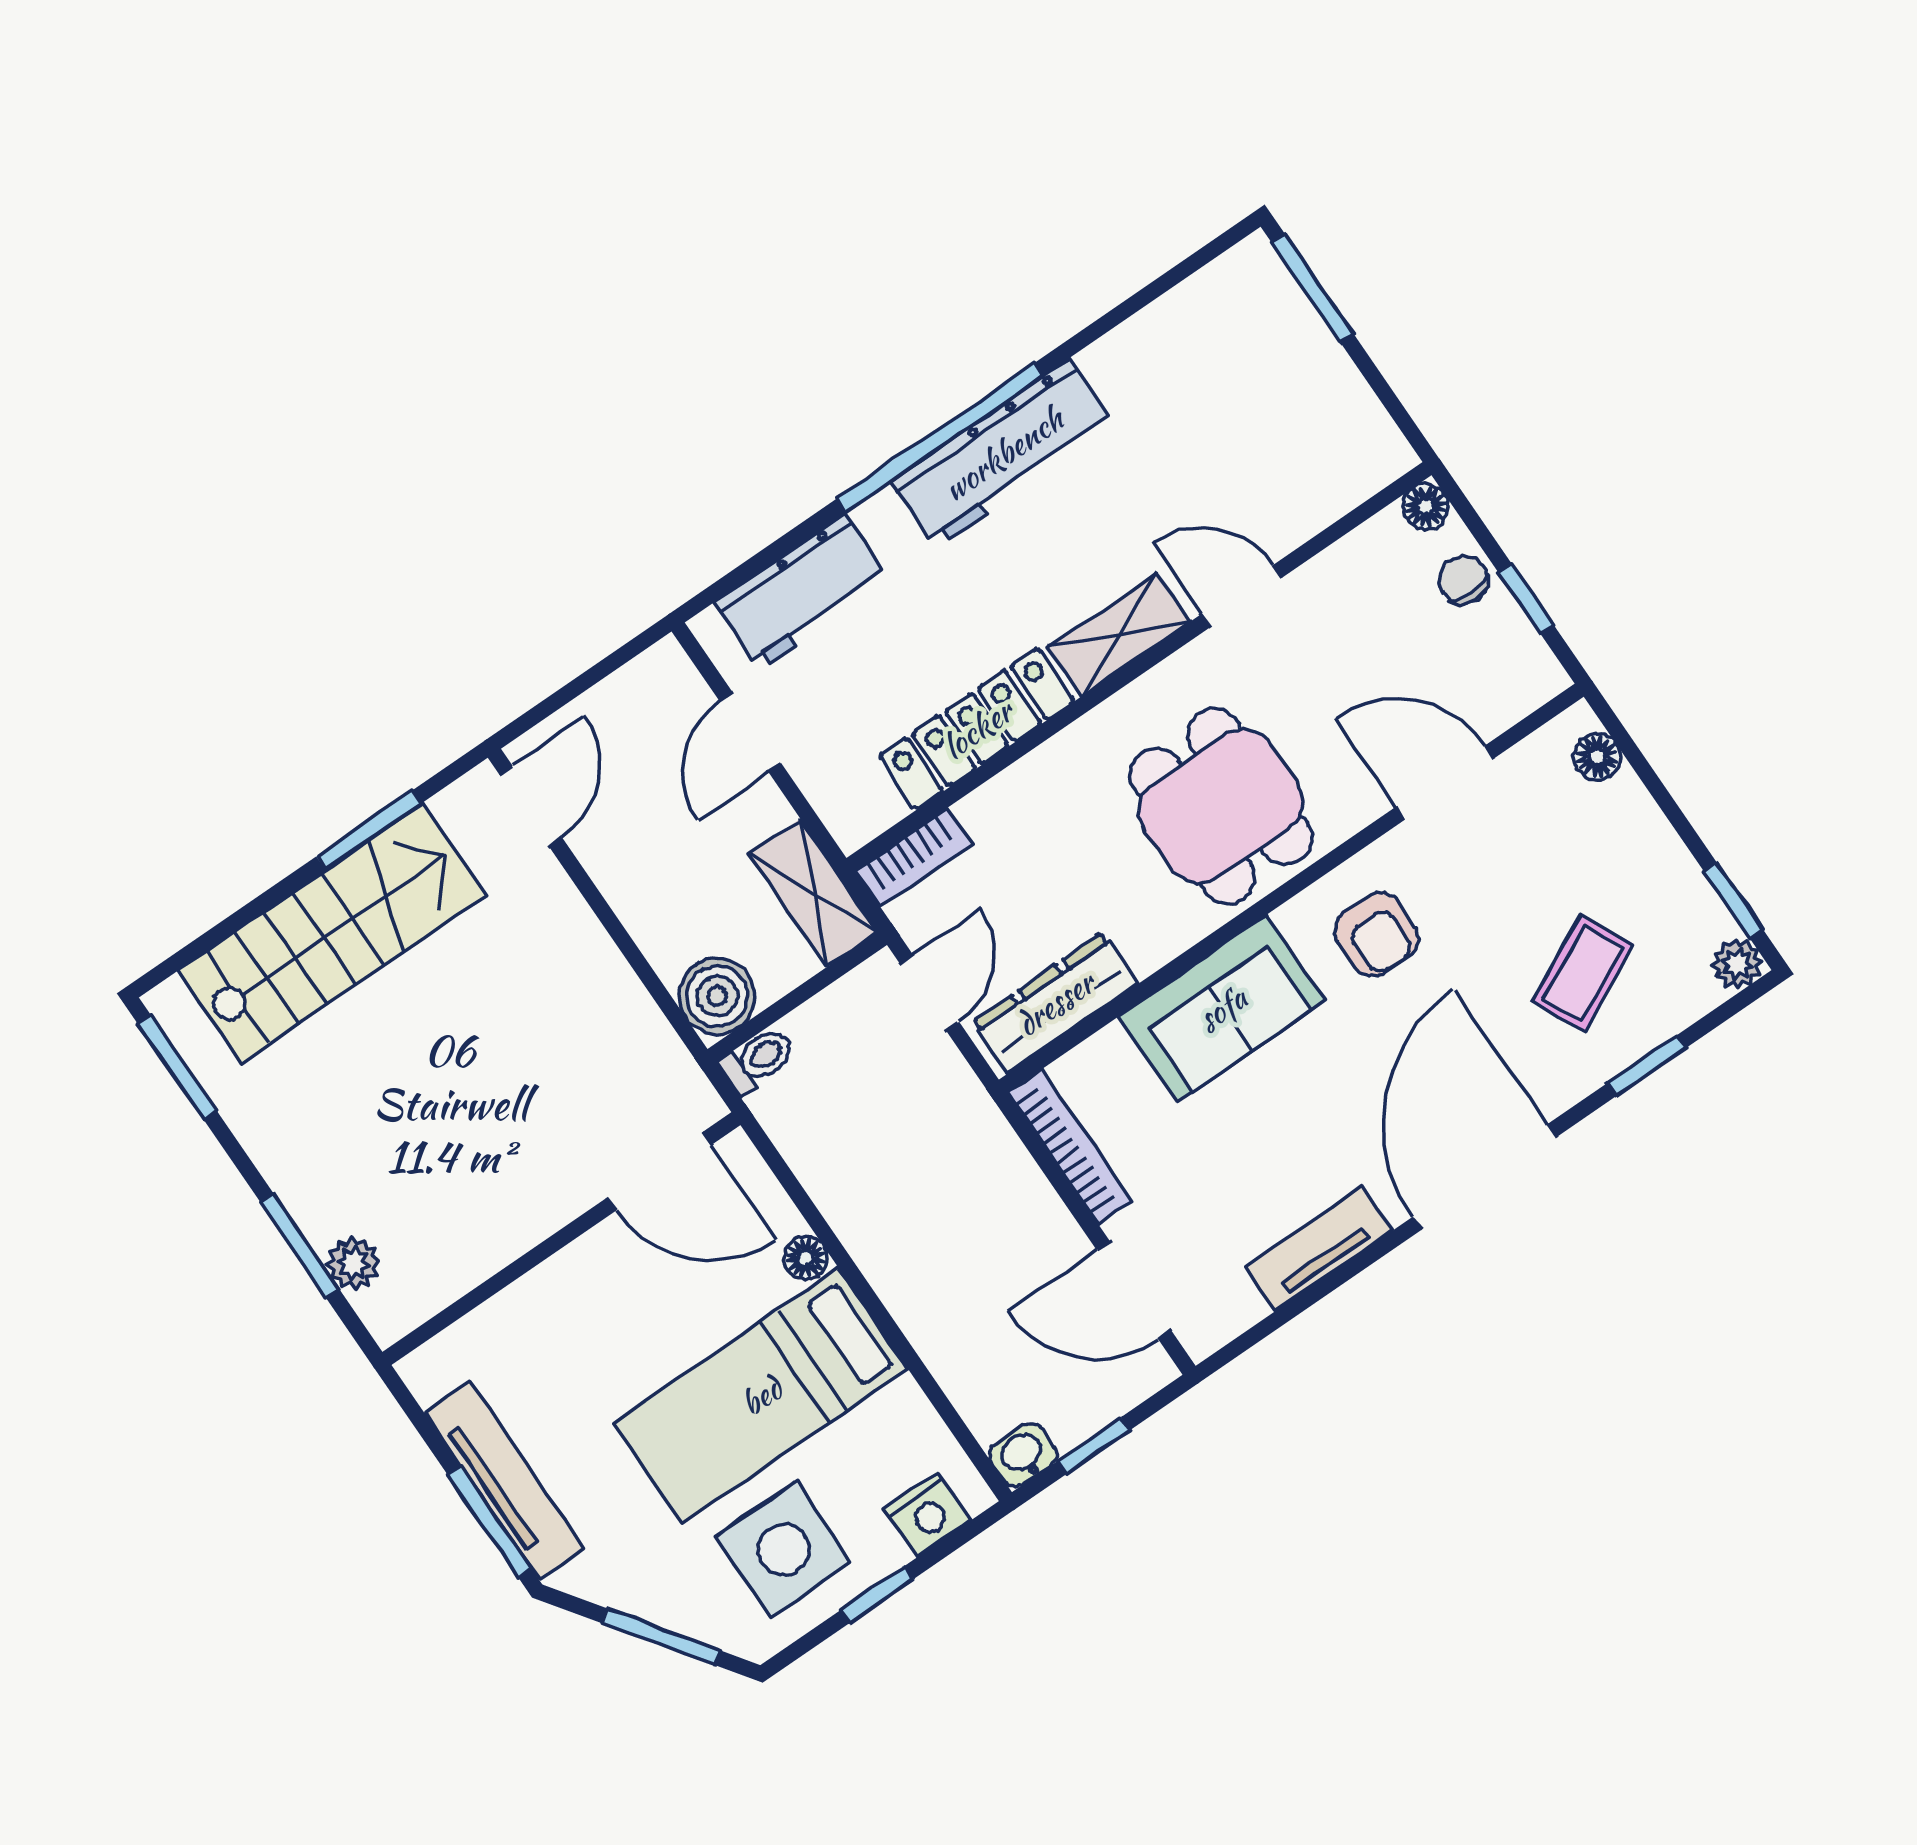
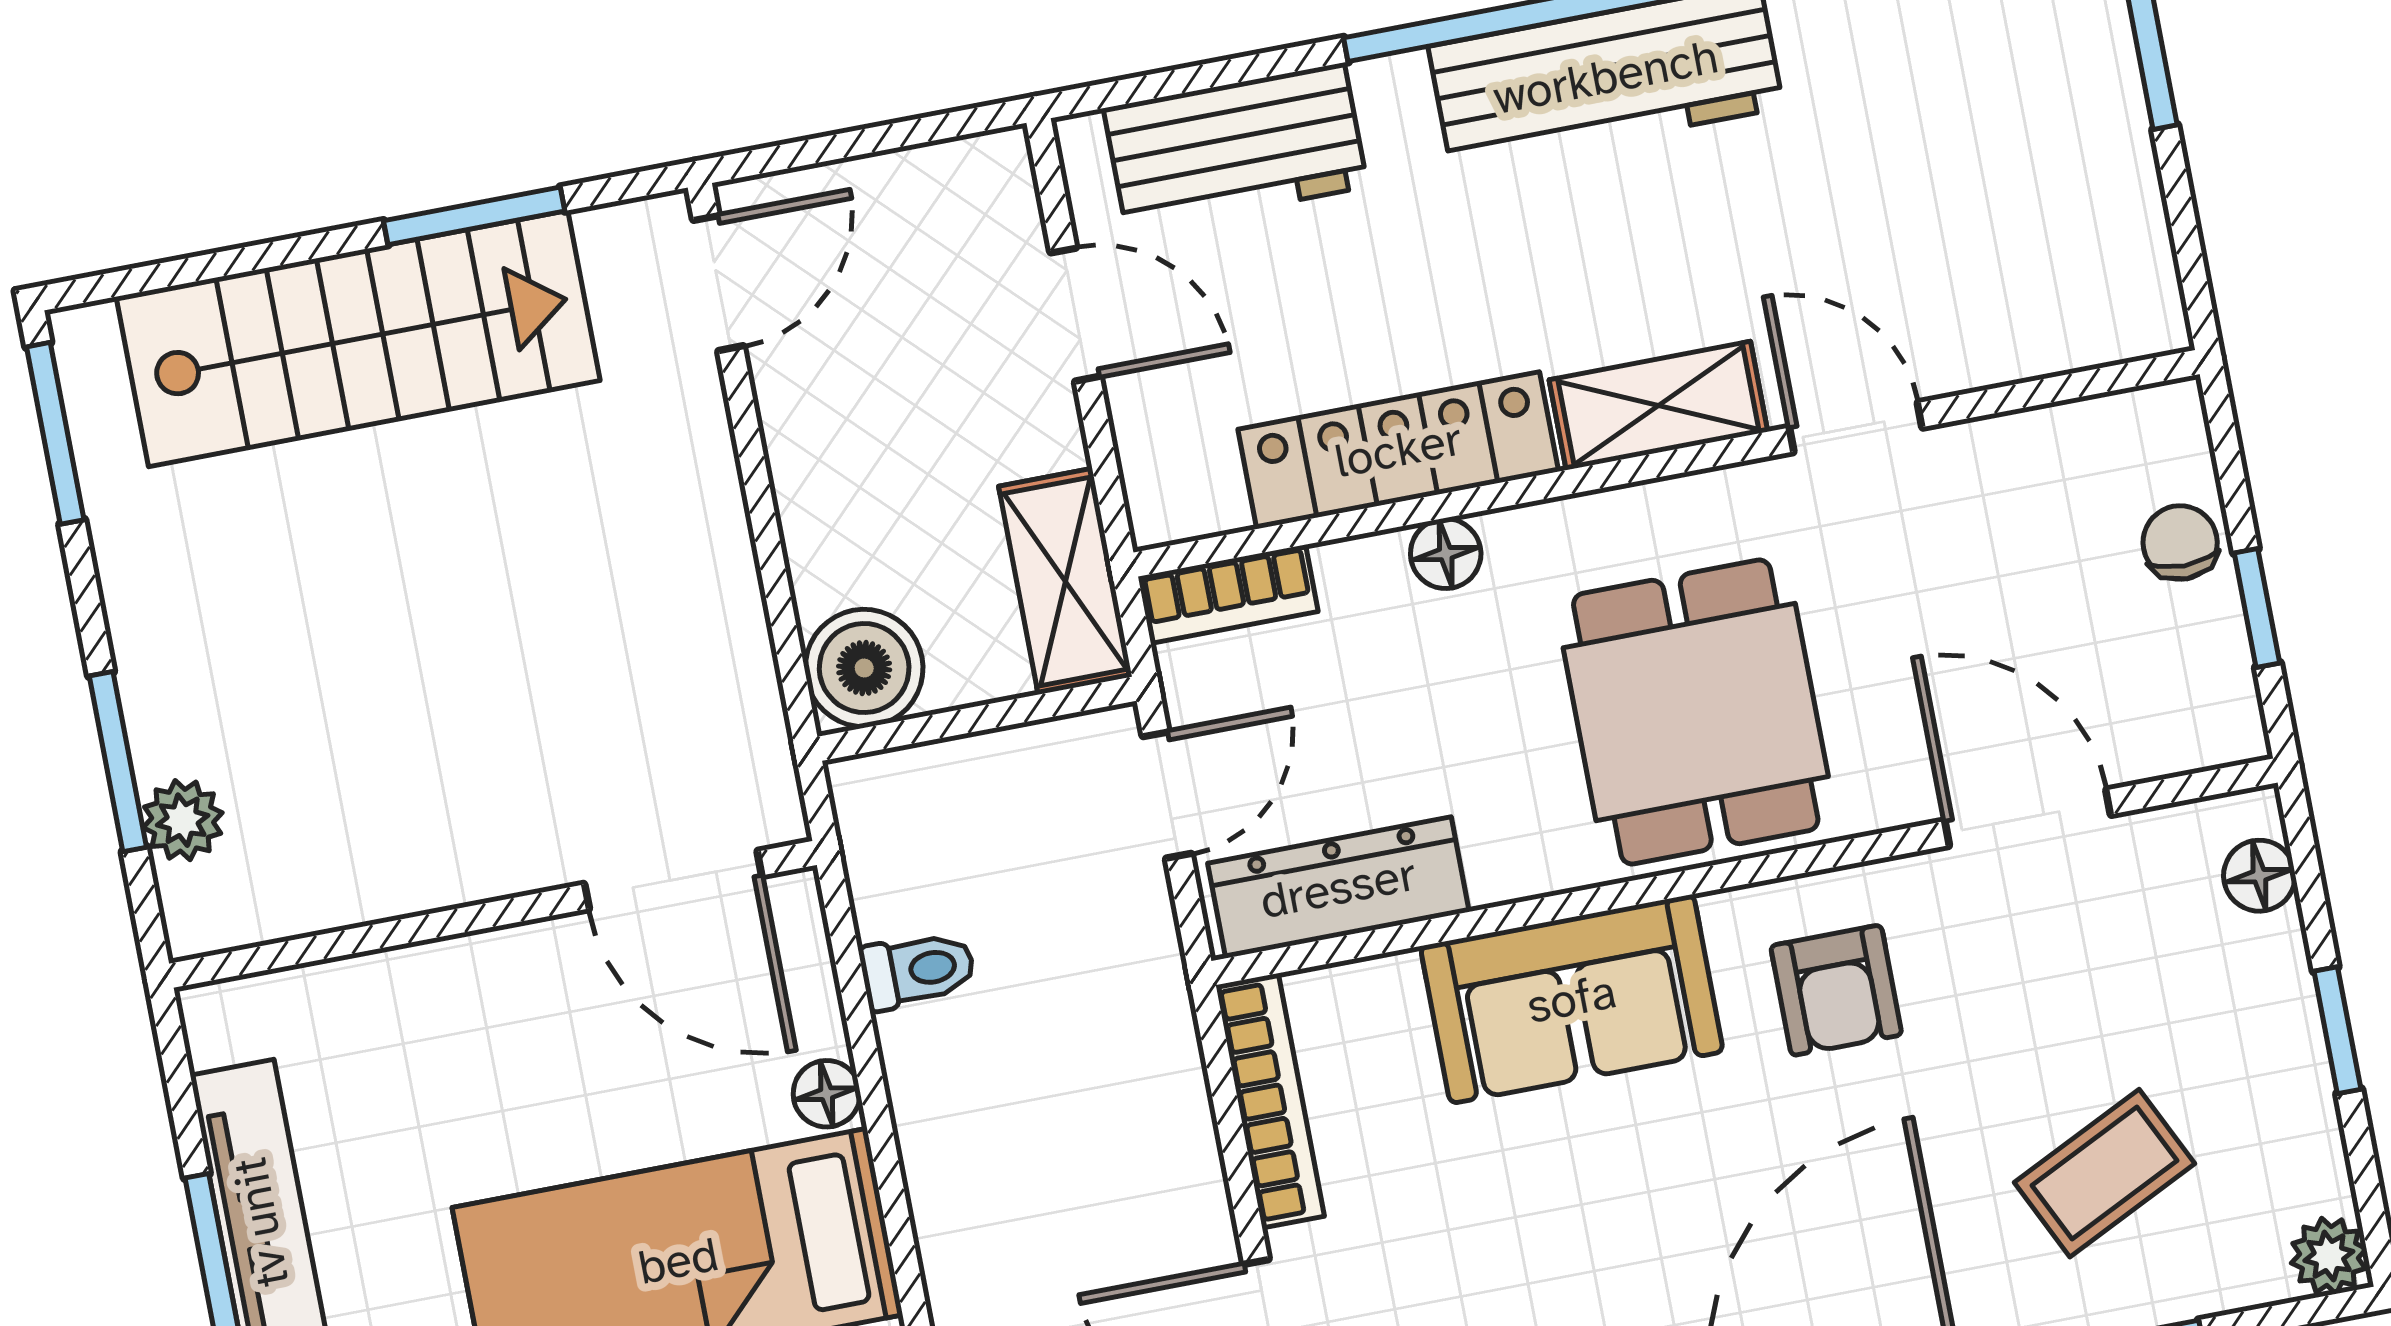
floor lamp: (1426, 507) -> (1446, 554), moved
door: (750, 732) -> (1075, 315), swing flipped
window: (1734, 901) -> (2337, 1030), moved
toilet: (758, 1060) -> (918, 970), moved

